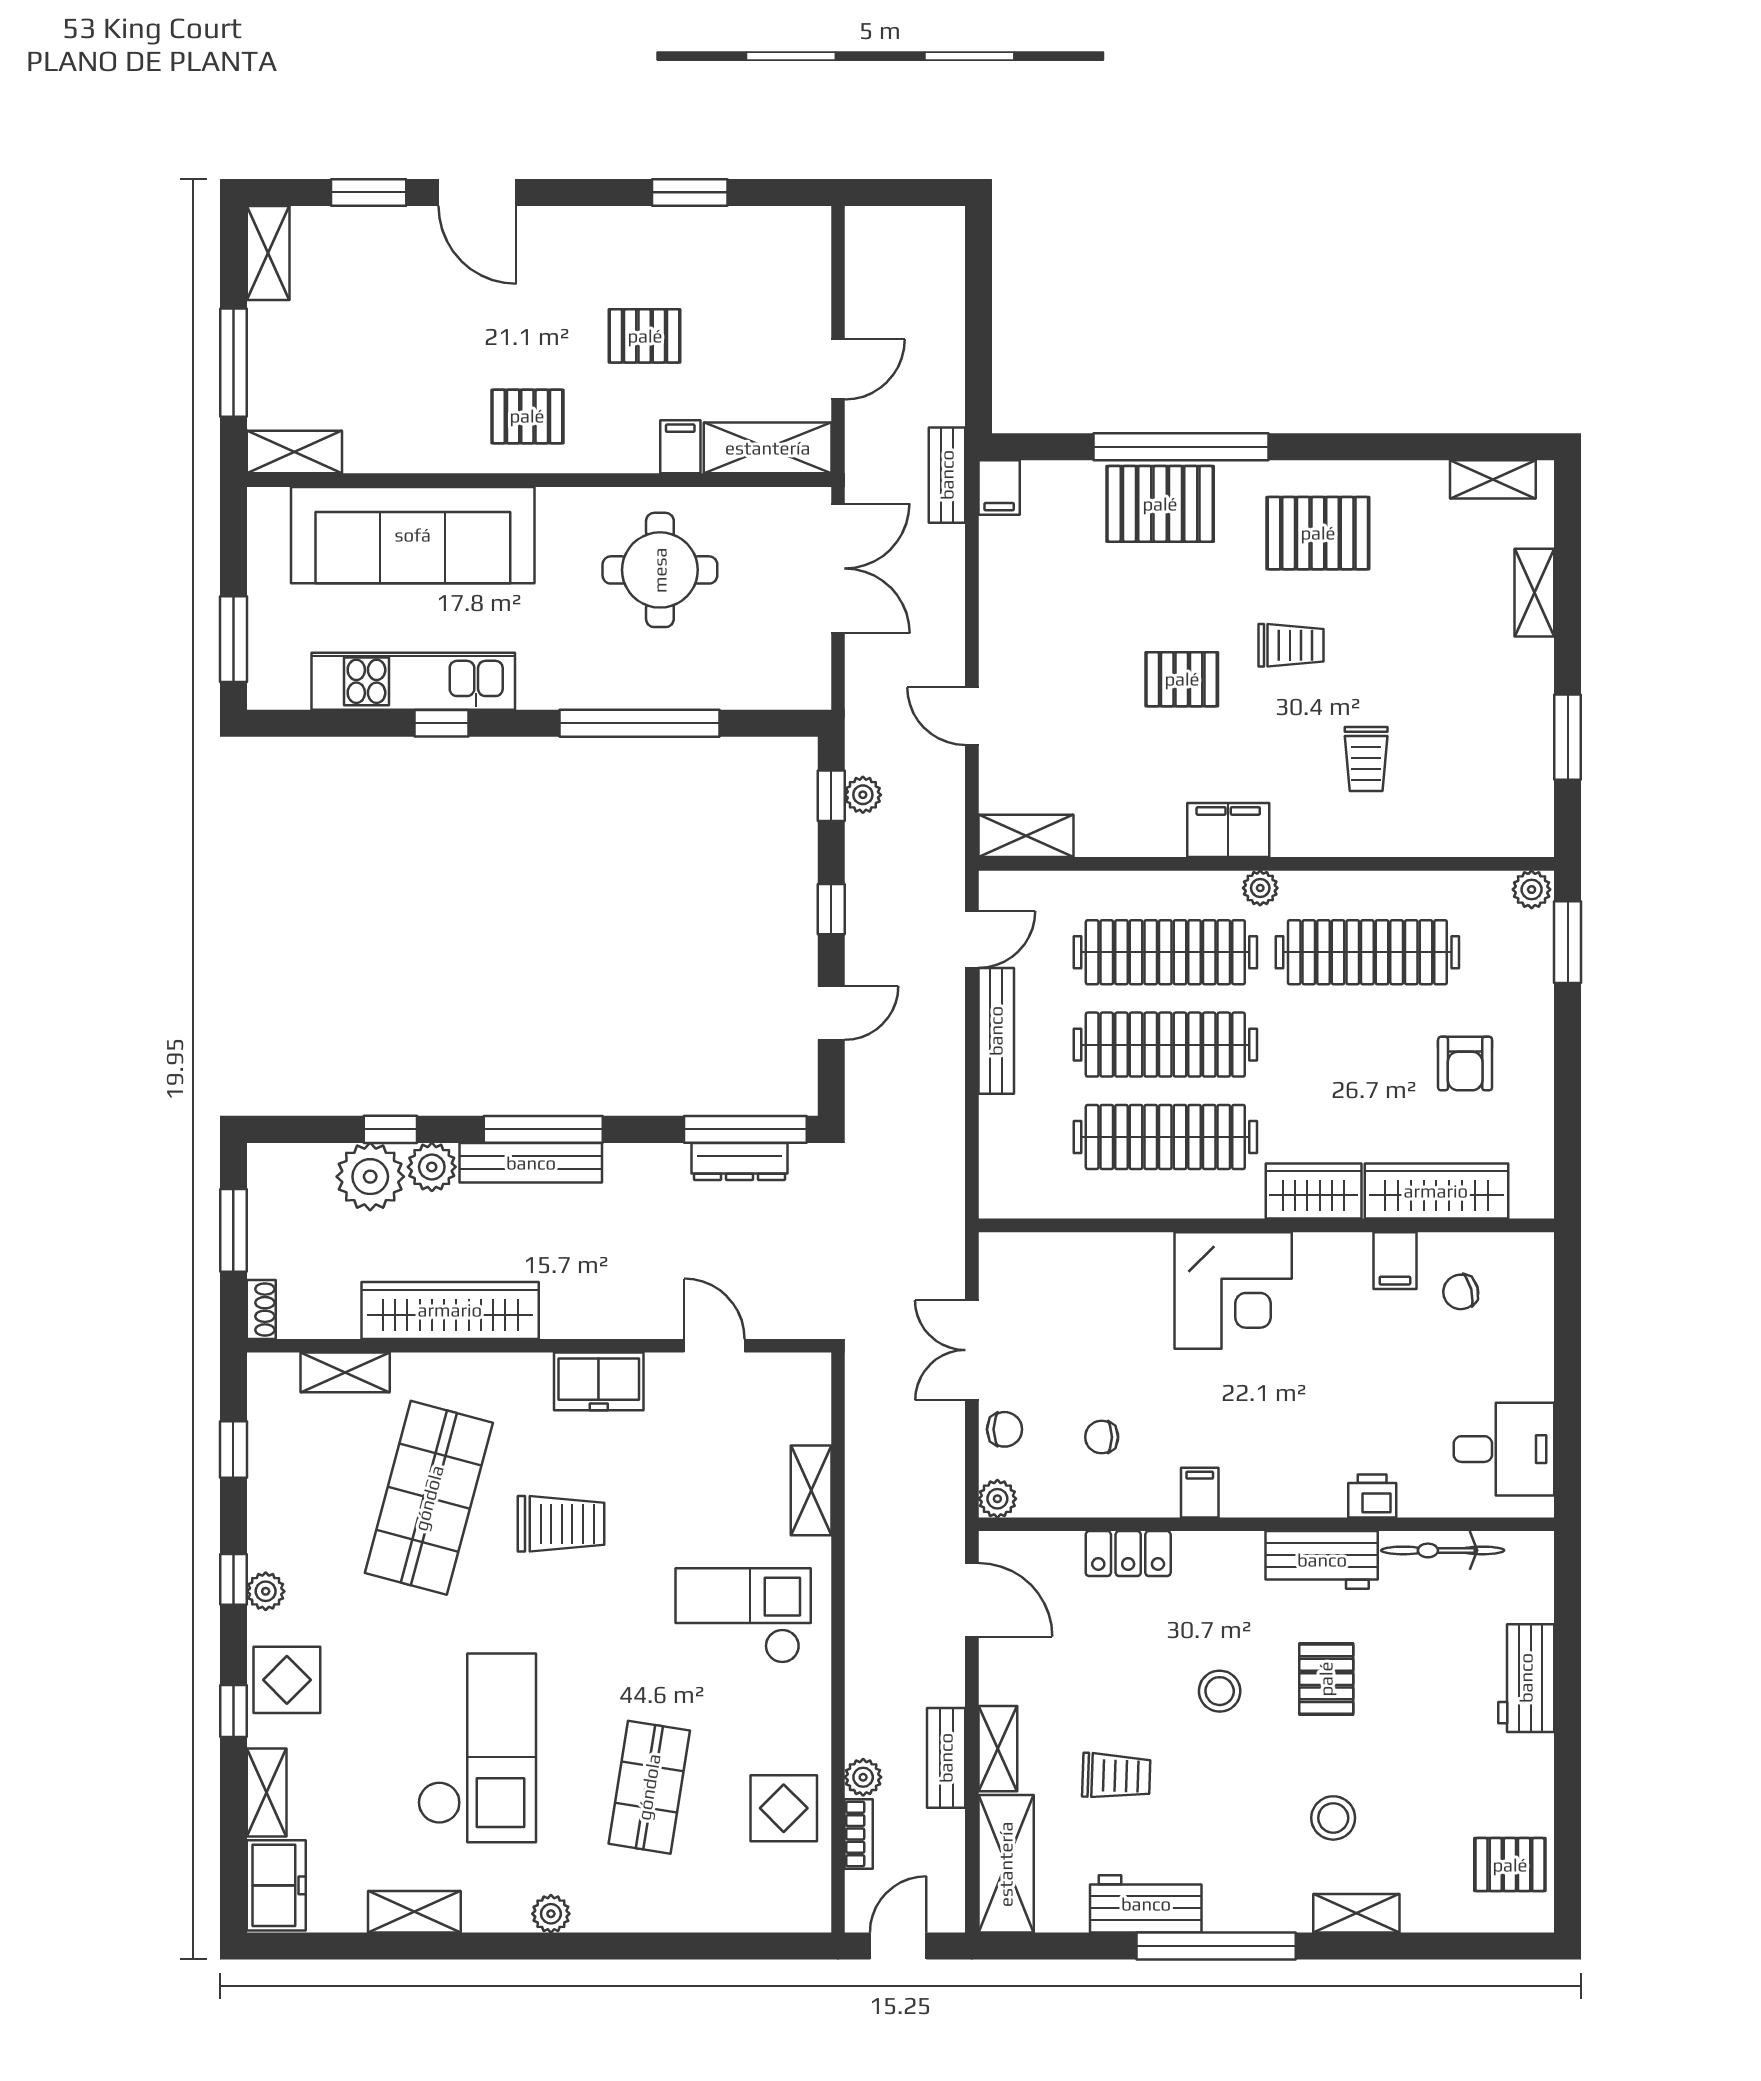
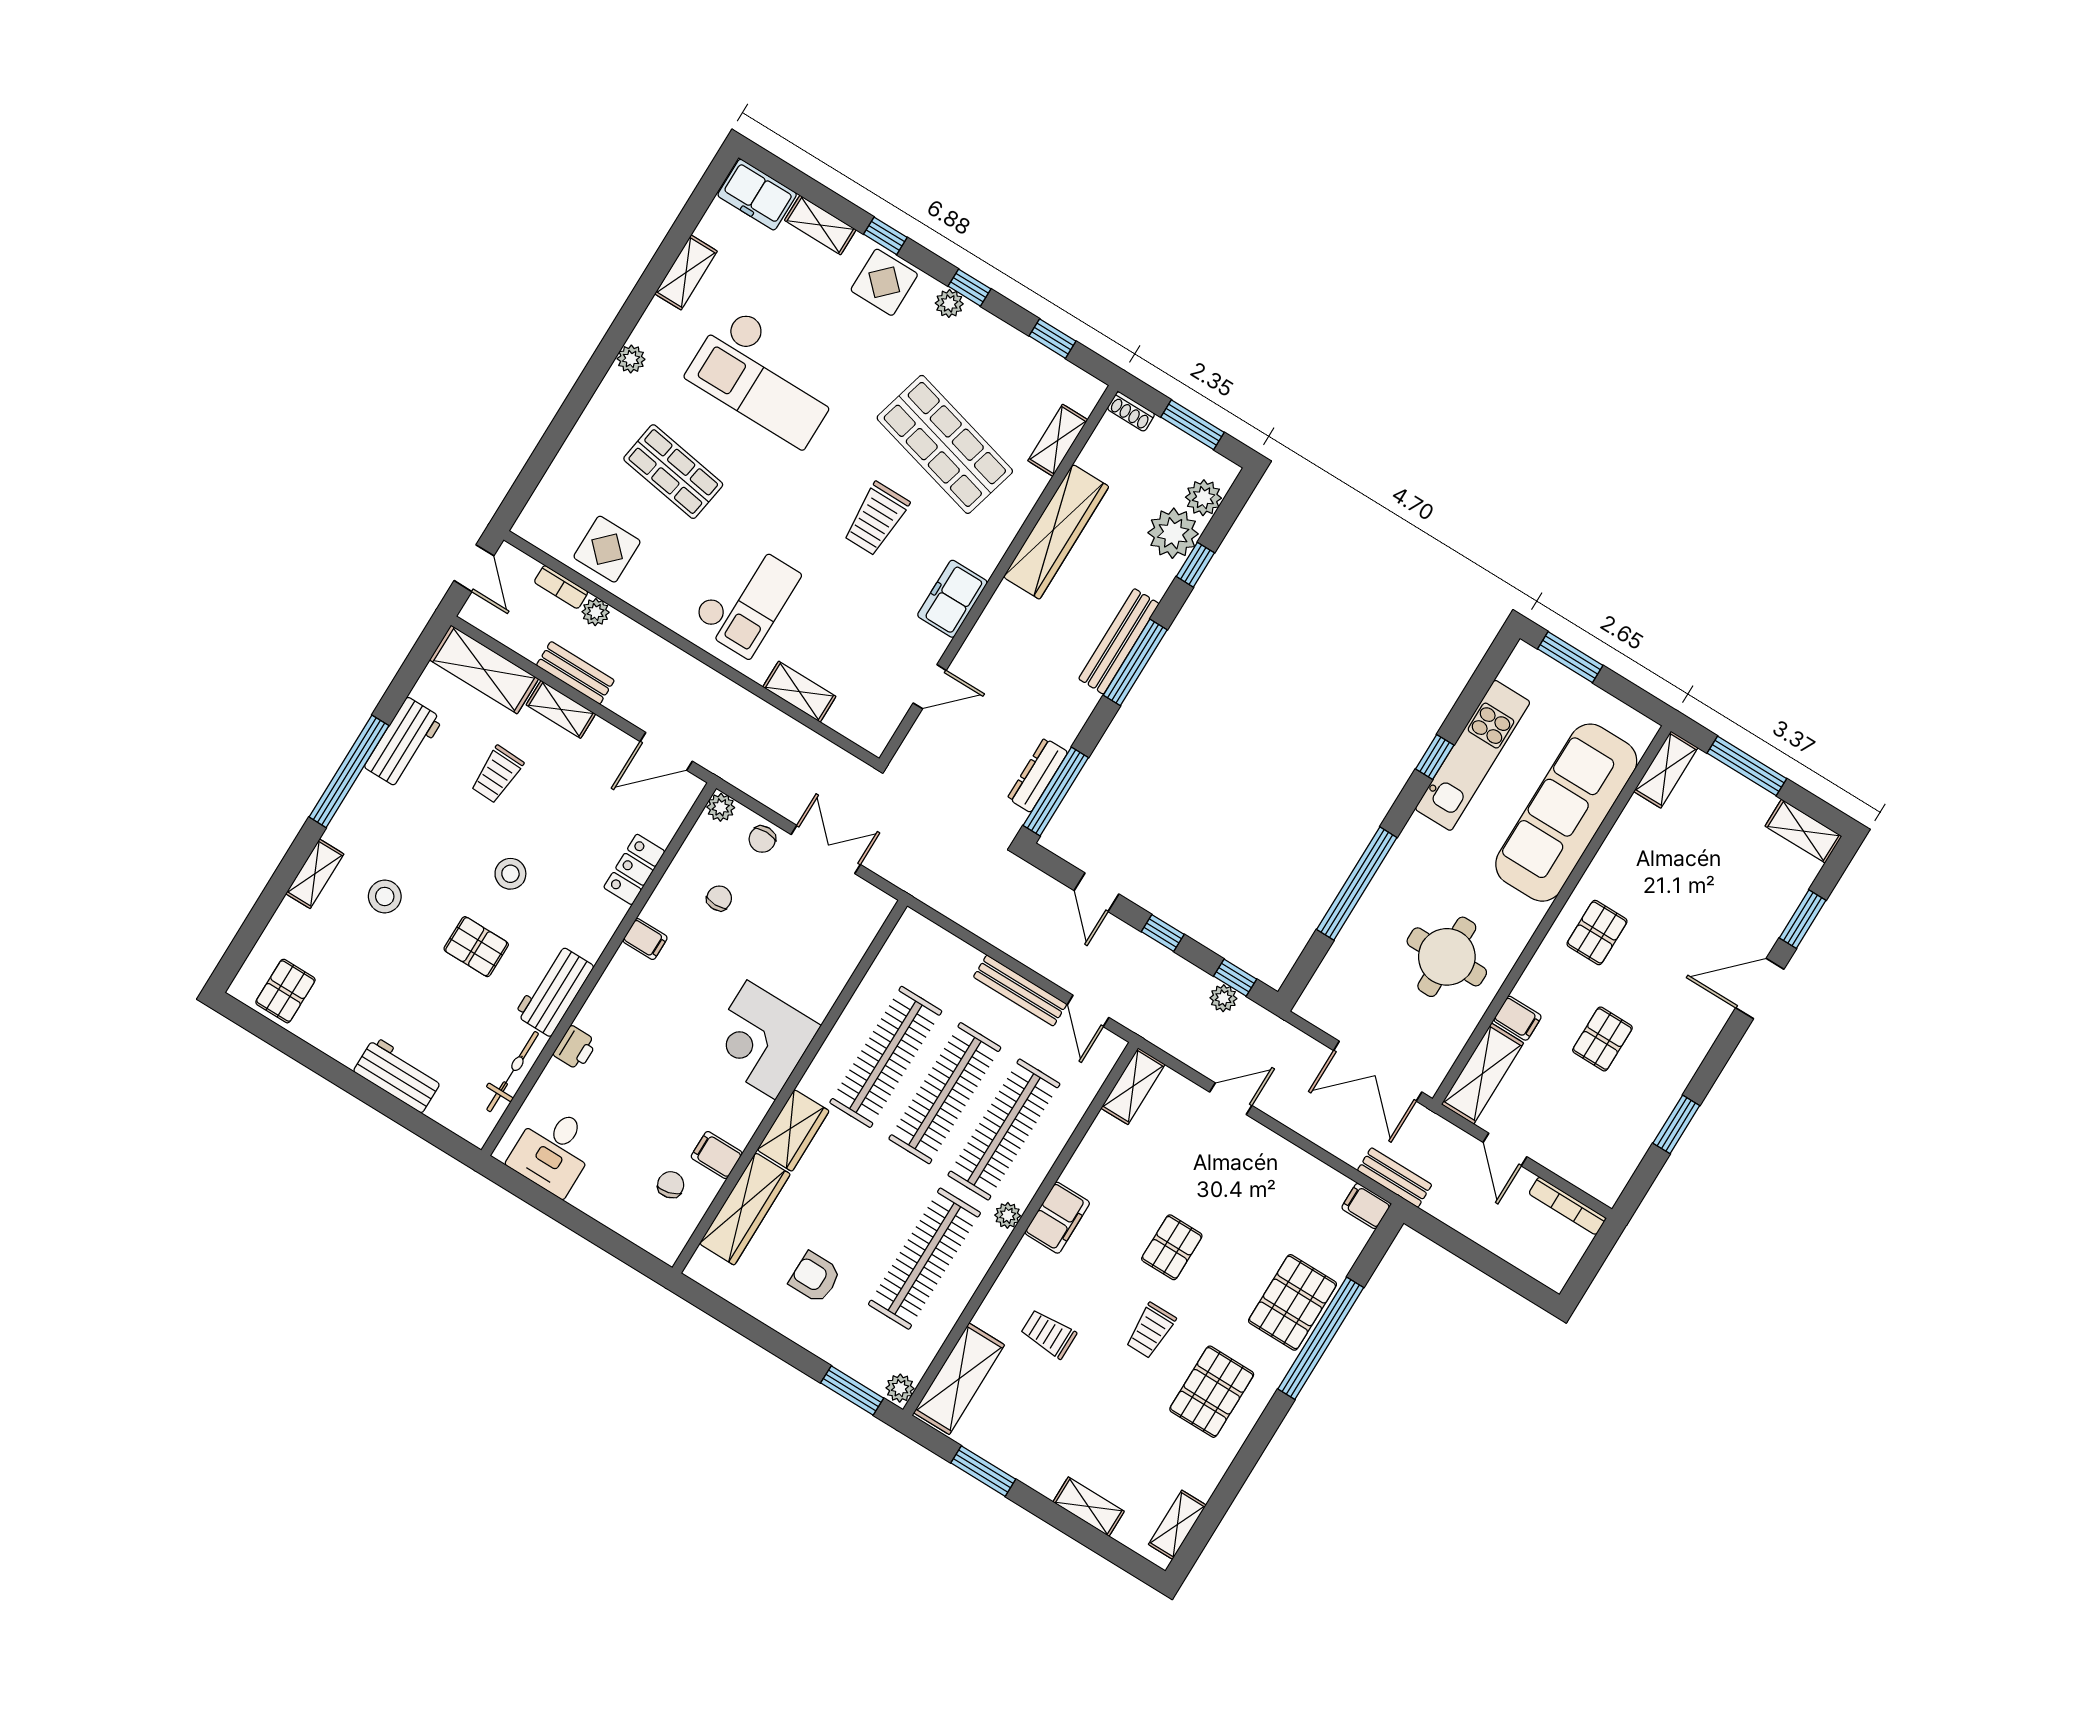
bookcase: (858, 259) -> (1568, 1206), added
shelving: (1480, 829) -> (959, 1379), added
plant: (432, 1167) -> (1203, 498), moved

